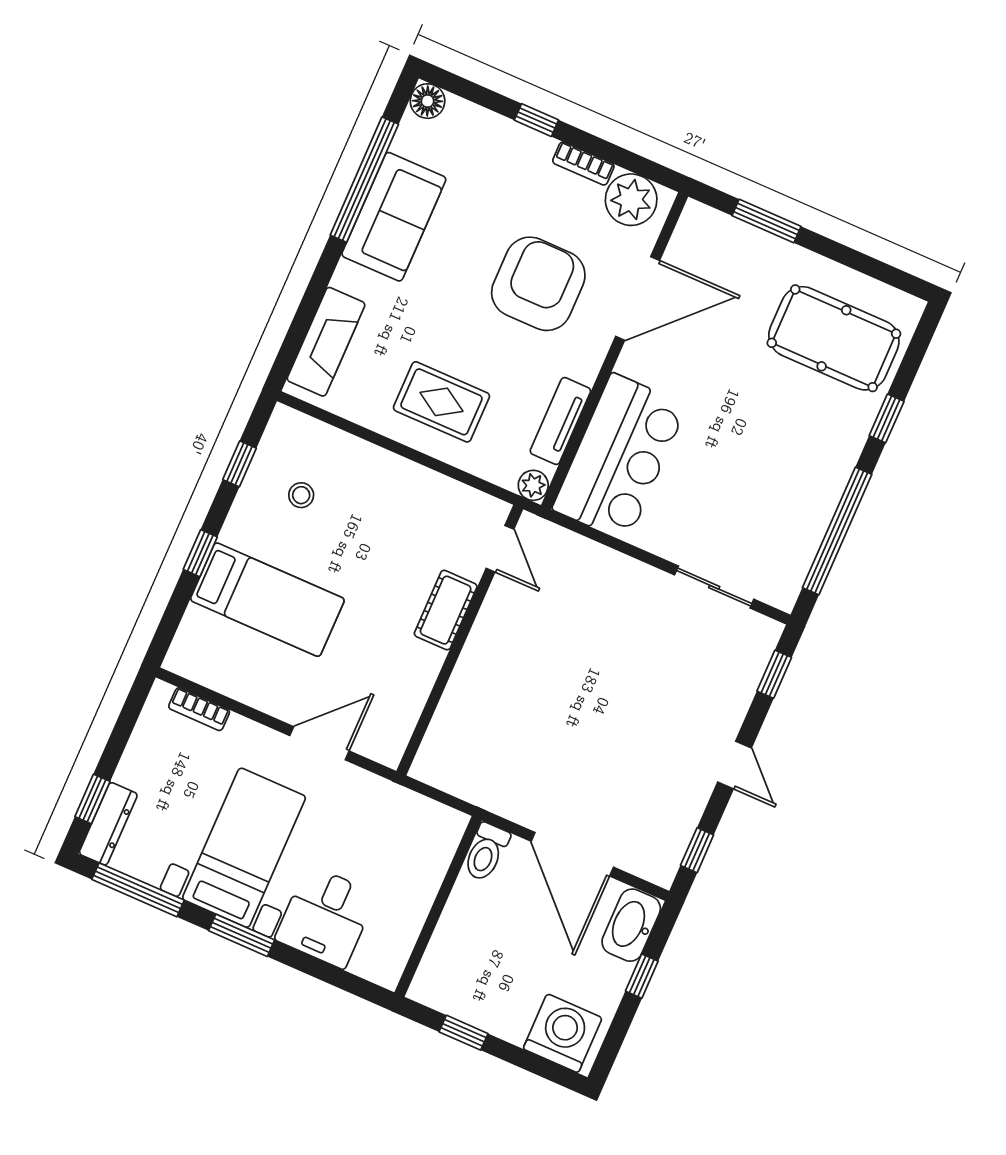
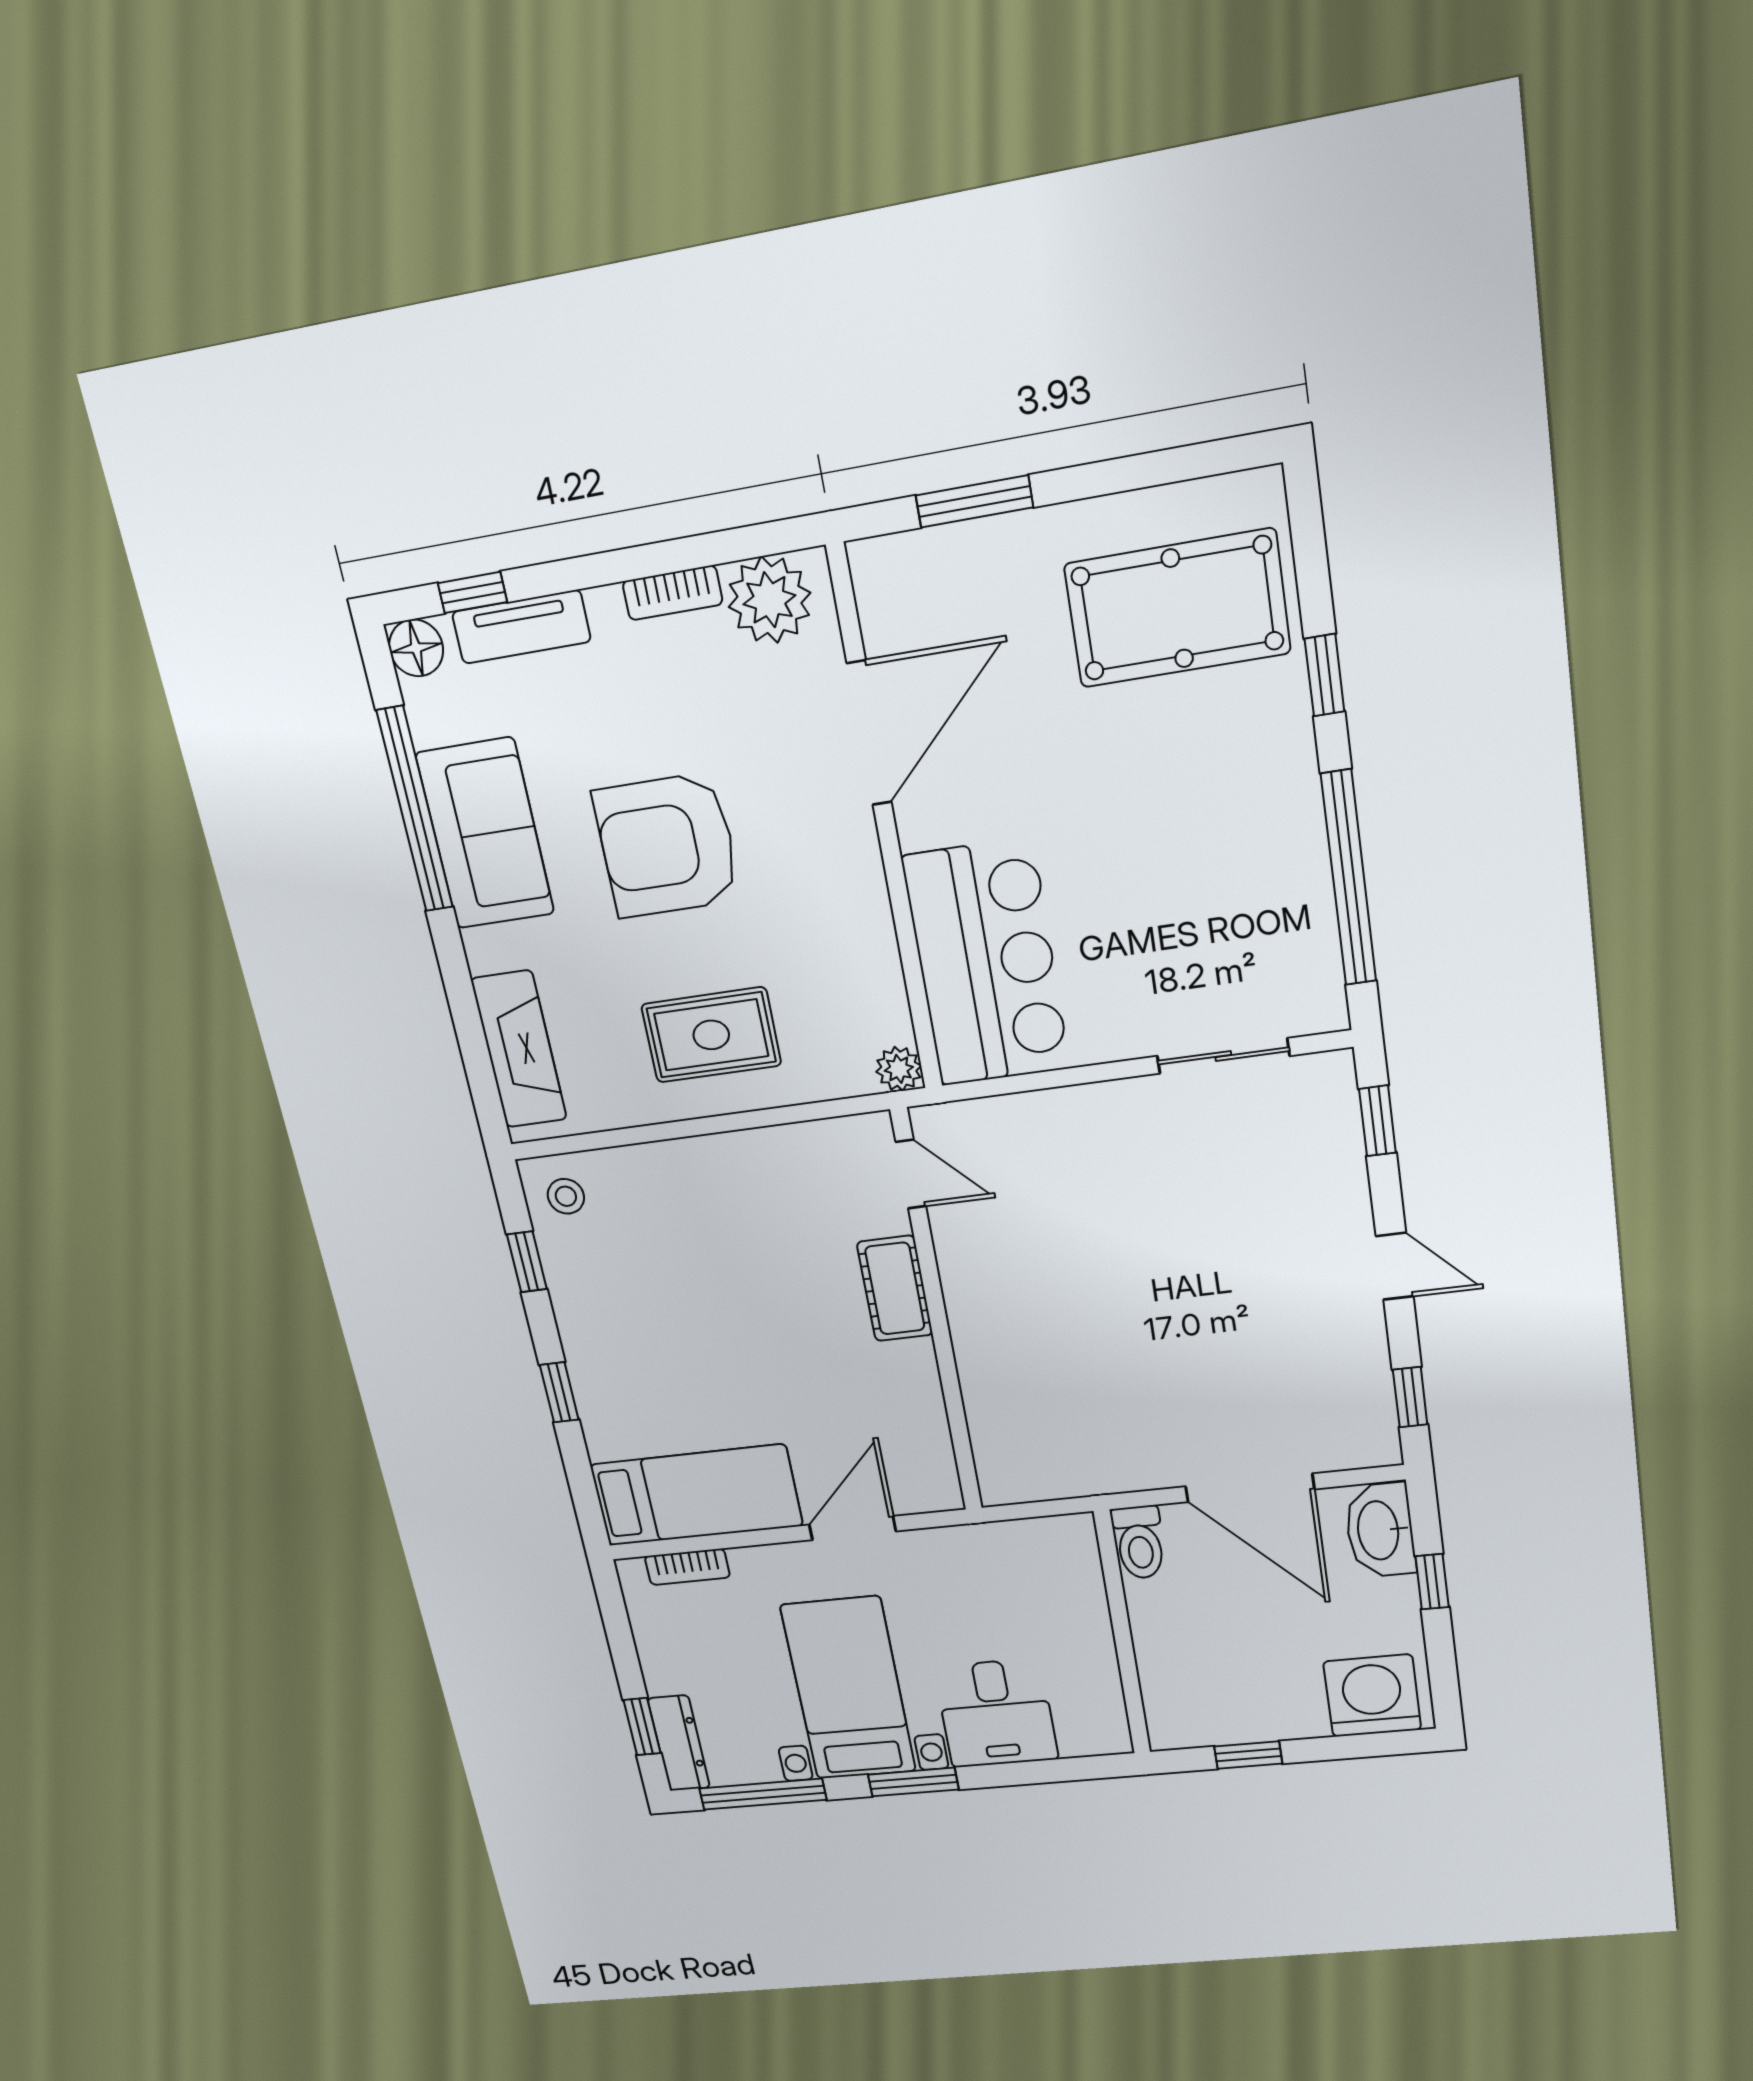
window: (536, 120) -> (472, 593), moved
armchair: (538, 284) -> (667, 845), moved, turned -90
tv unit: (560, 421) -> (521, 627), moved, turned -90
stool: (301, 495) -> (566, 1196), moved
bed: (267, 600) -> (696, 1495), moved

